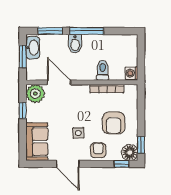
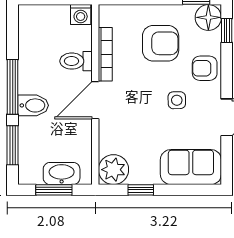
washbasin: (33, 48) -> (62, 174), moved
door: (59, 82) -> (95, 100), moved

